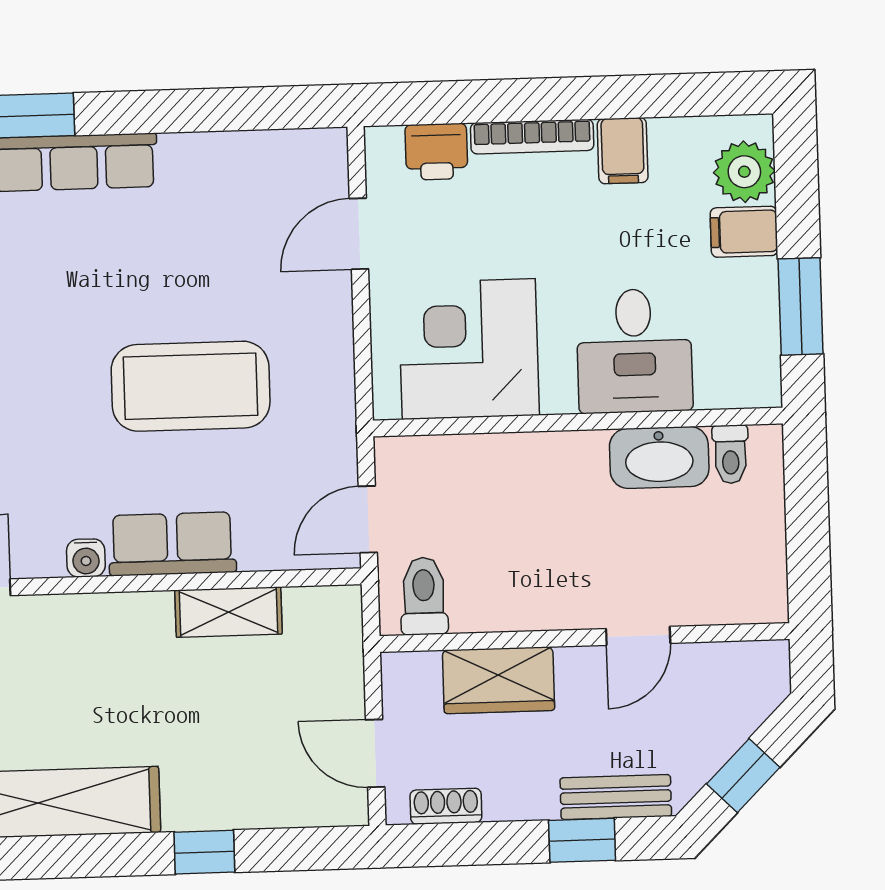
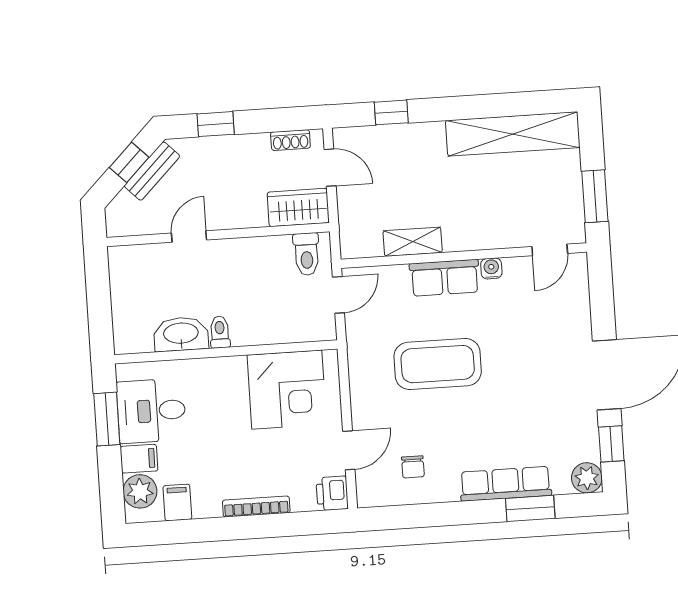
filing cabinet: (623, 151) -> (177, 502), moved
printer: (436, 152) -> (332, 493), moved, turned -90
chair: (242, 199) -> (413, 467), added
desk: (634, 351) -> (151, 411), moved, turned -90
toilet: (730, 454) -> (220, 332), moved
wardrobe: (498, 680) -> (298, 207), moved
bench: (616, 797) -> (152, 171), moved, turned -45
window: (204, 852) -> (391, 112), moved

